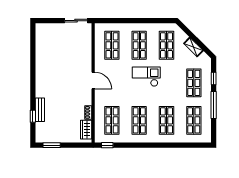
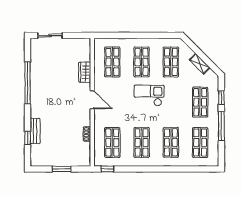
sliding door: (76, 21) -> (50, 35), moved
window: (33, 65) -> (28, 83), added
wardrobe: (86, 130) -> (85, 72), moved
window: (52, 145) -> (62, 169), moved

